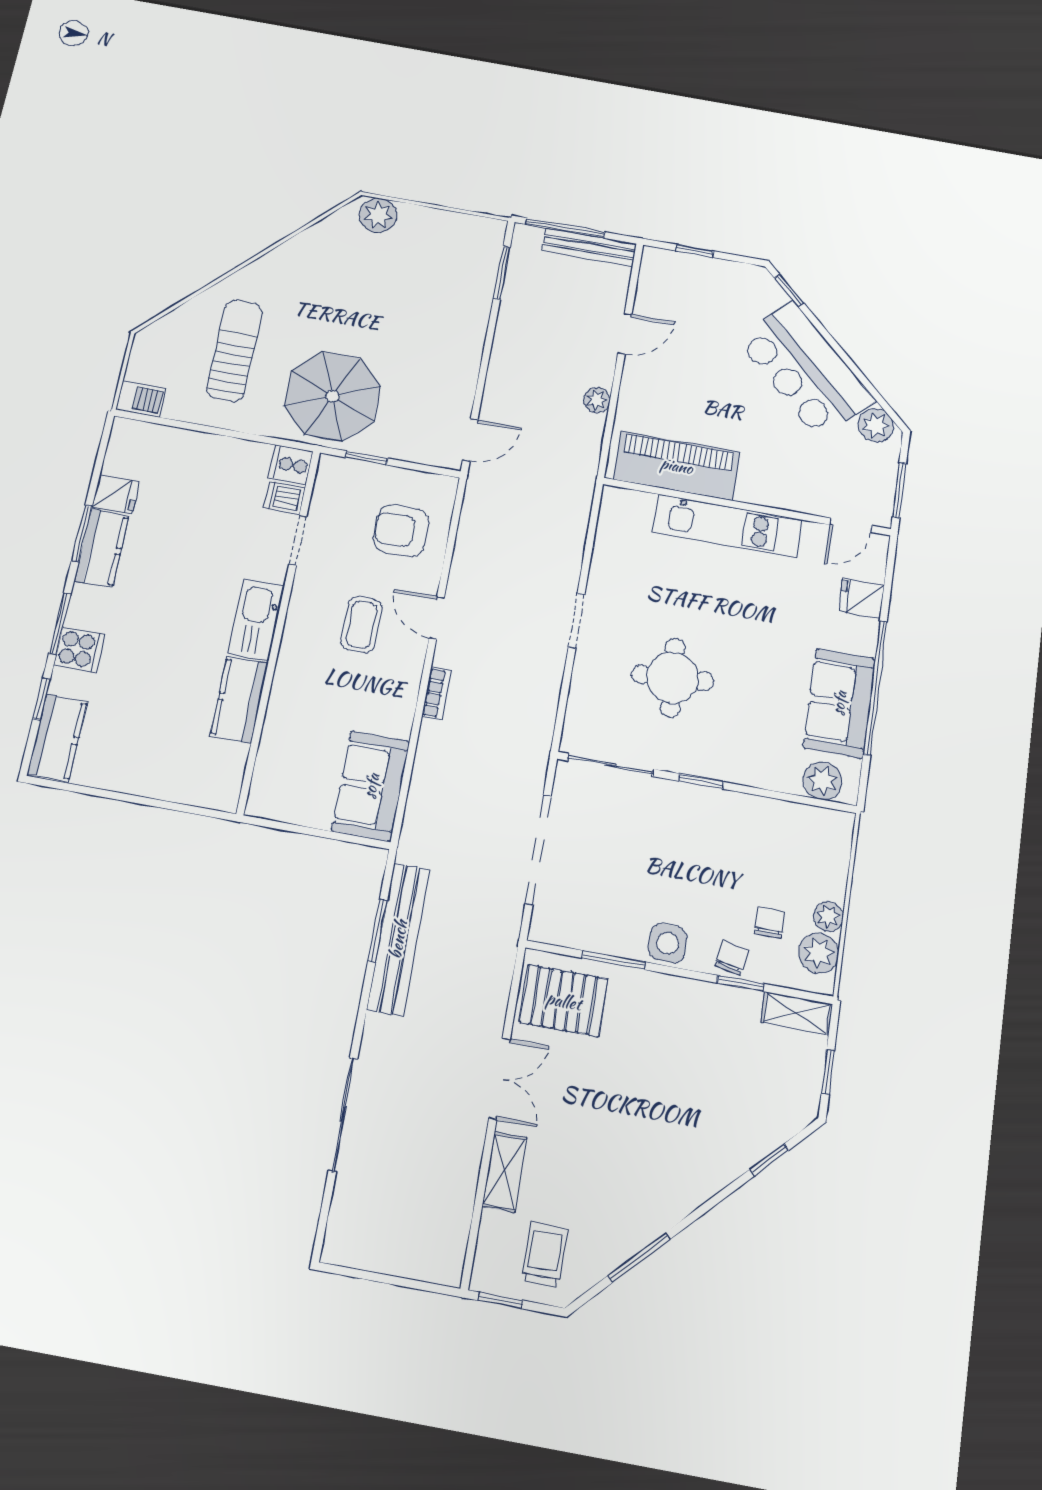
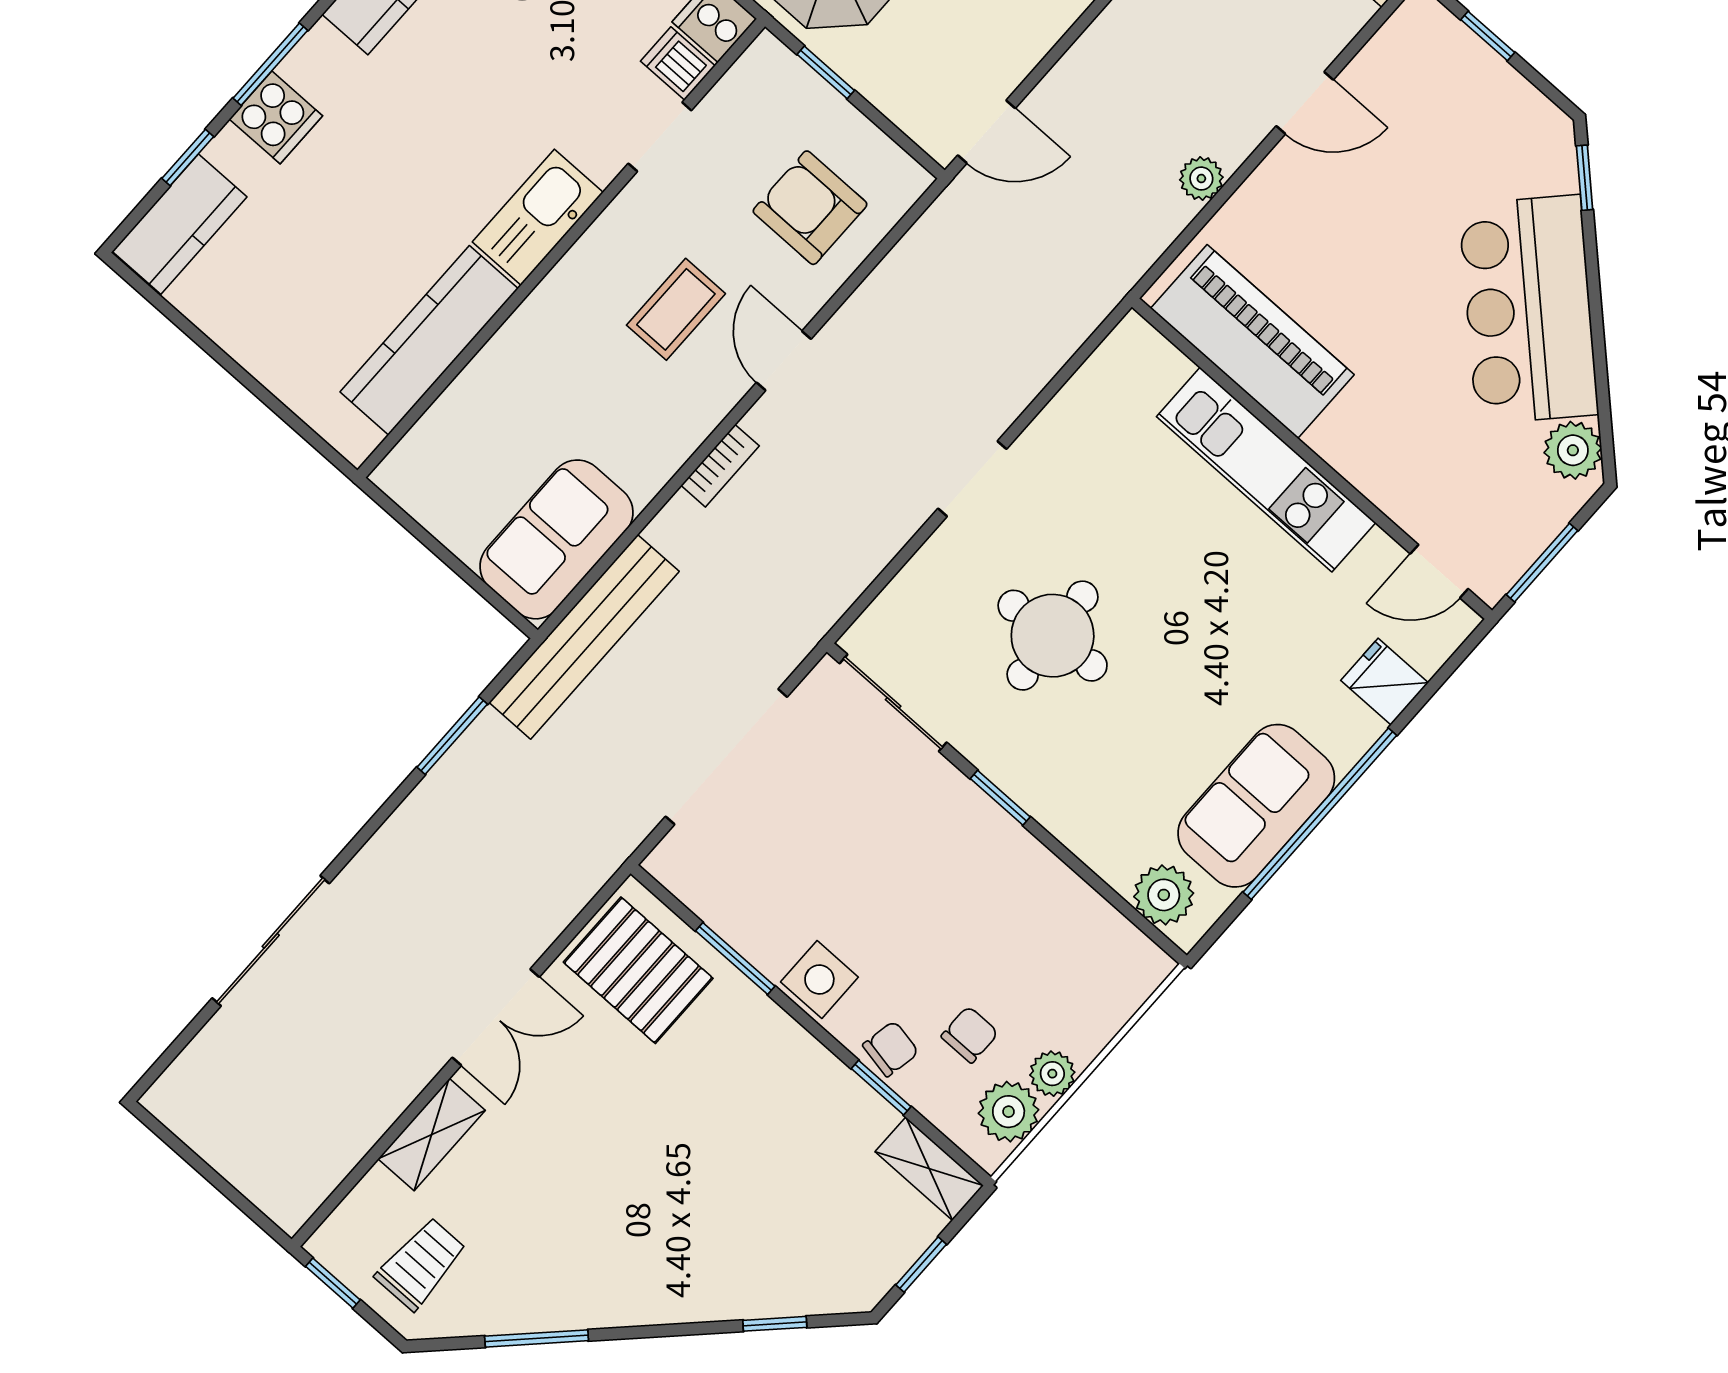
kitchen counter: (239, 699) -> (429, 340), width x1.50
bench: (398, 939) -> (584, 637), moved

